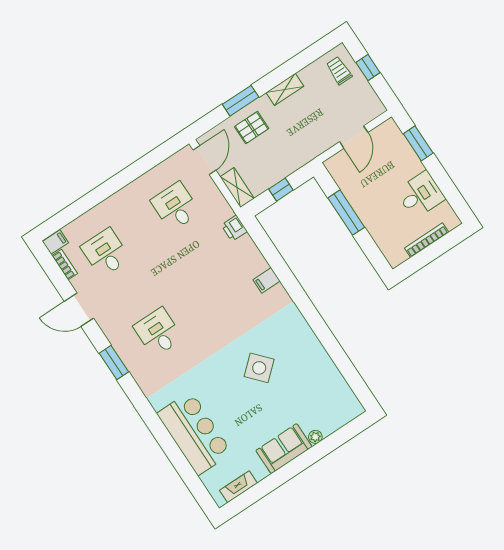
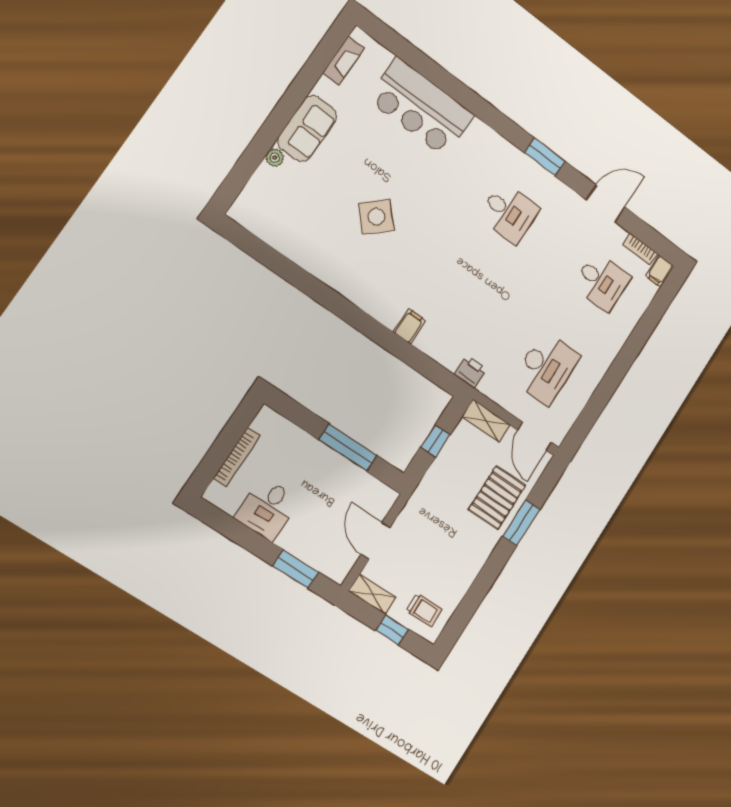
shelving: (285, 89) -> (372, 594), moved, turned 90
pallet: (252, 128) -> (497, 498), width x1.50, depth x1.42
desk: (175, 207) -> (546, 368), width x1.37

